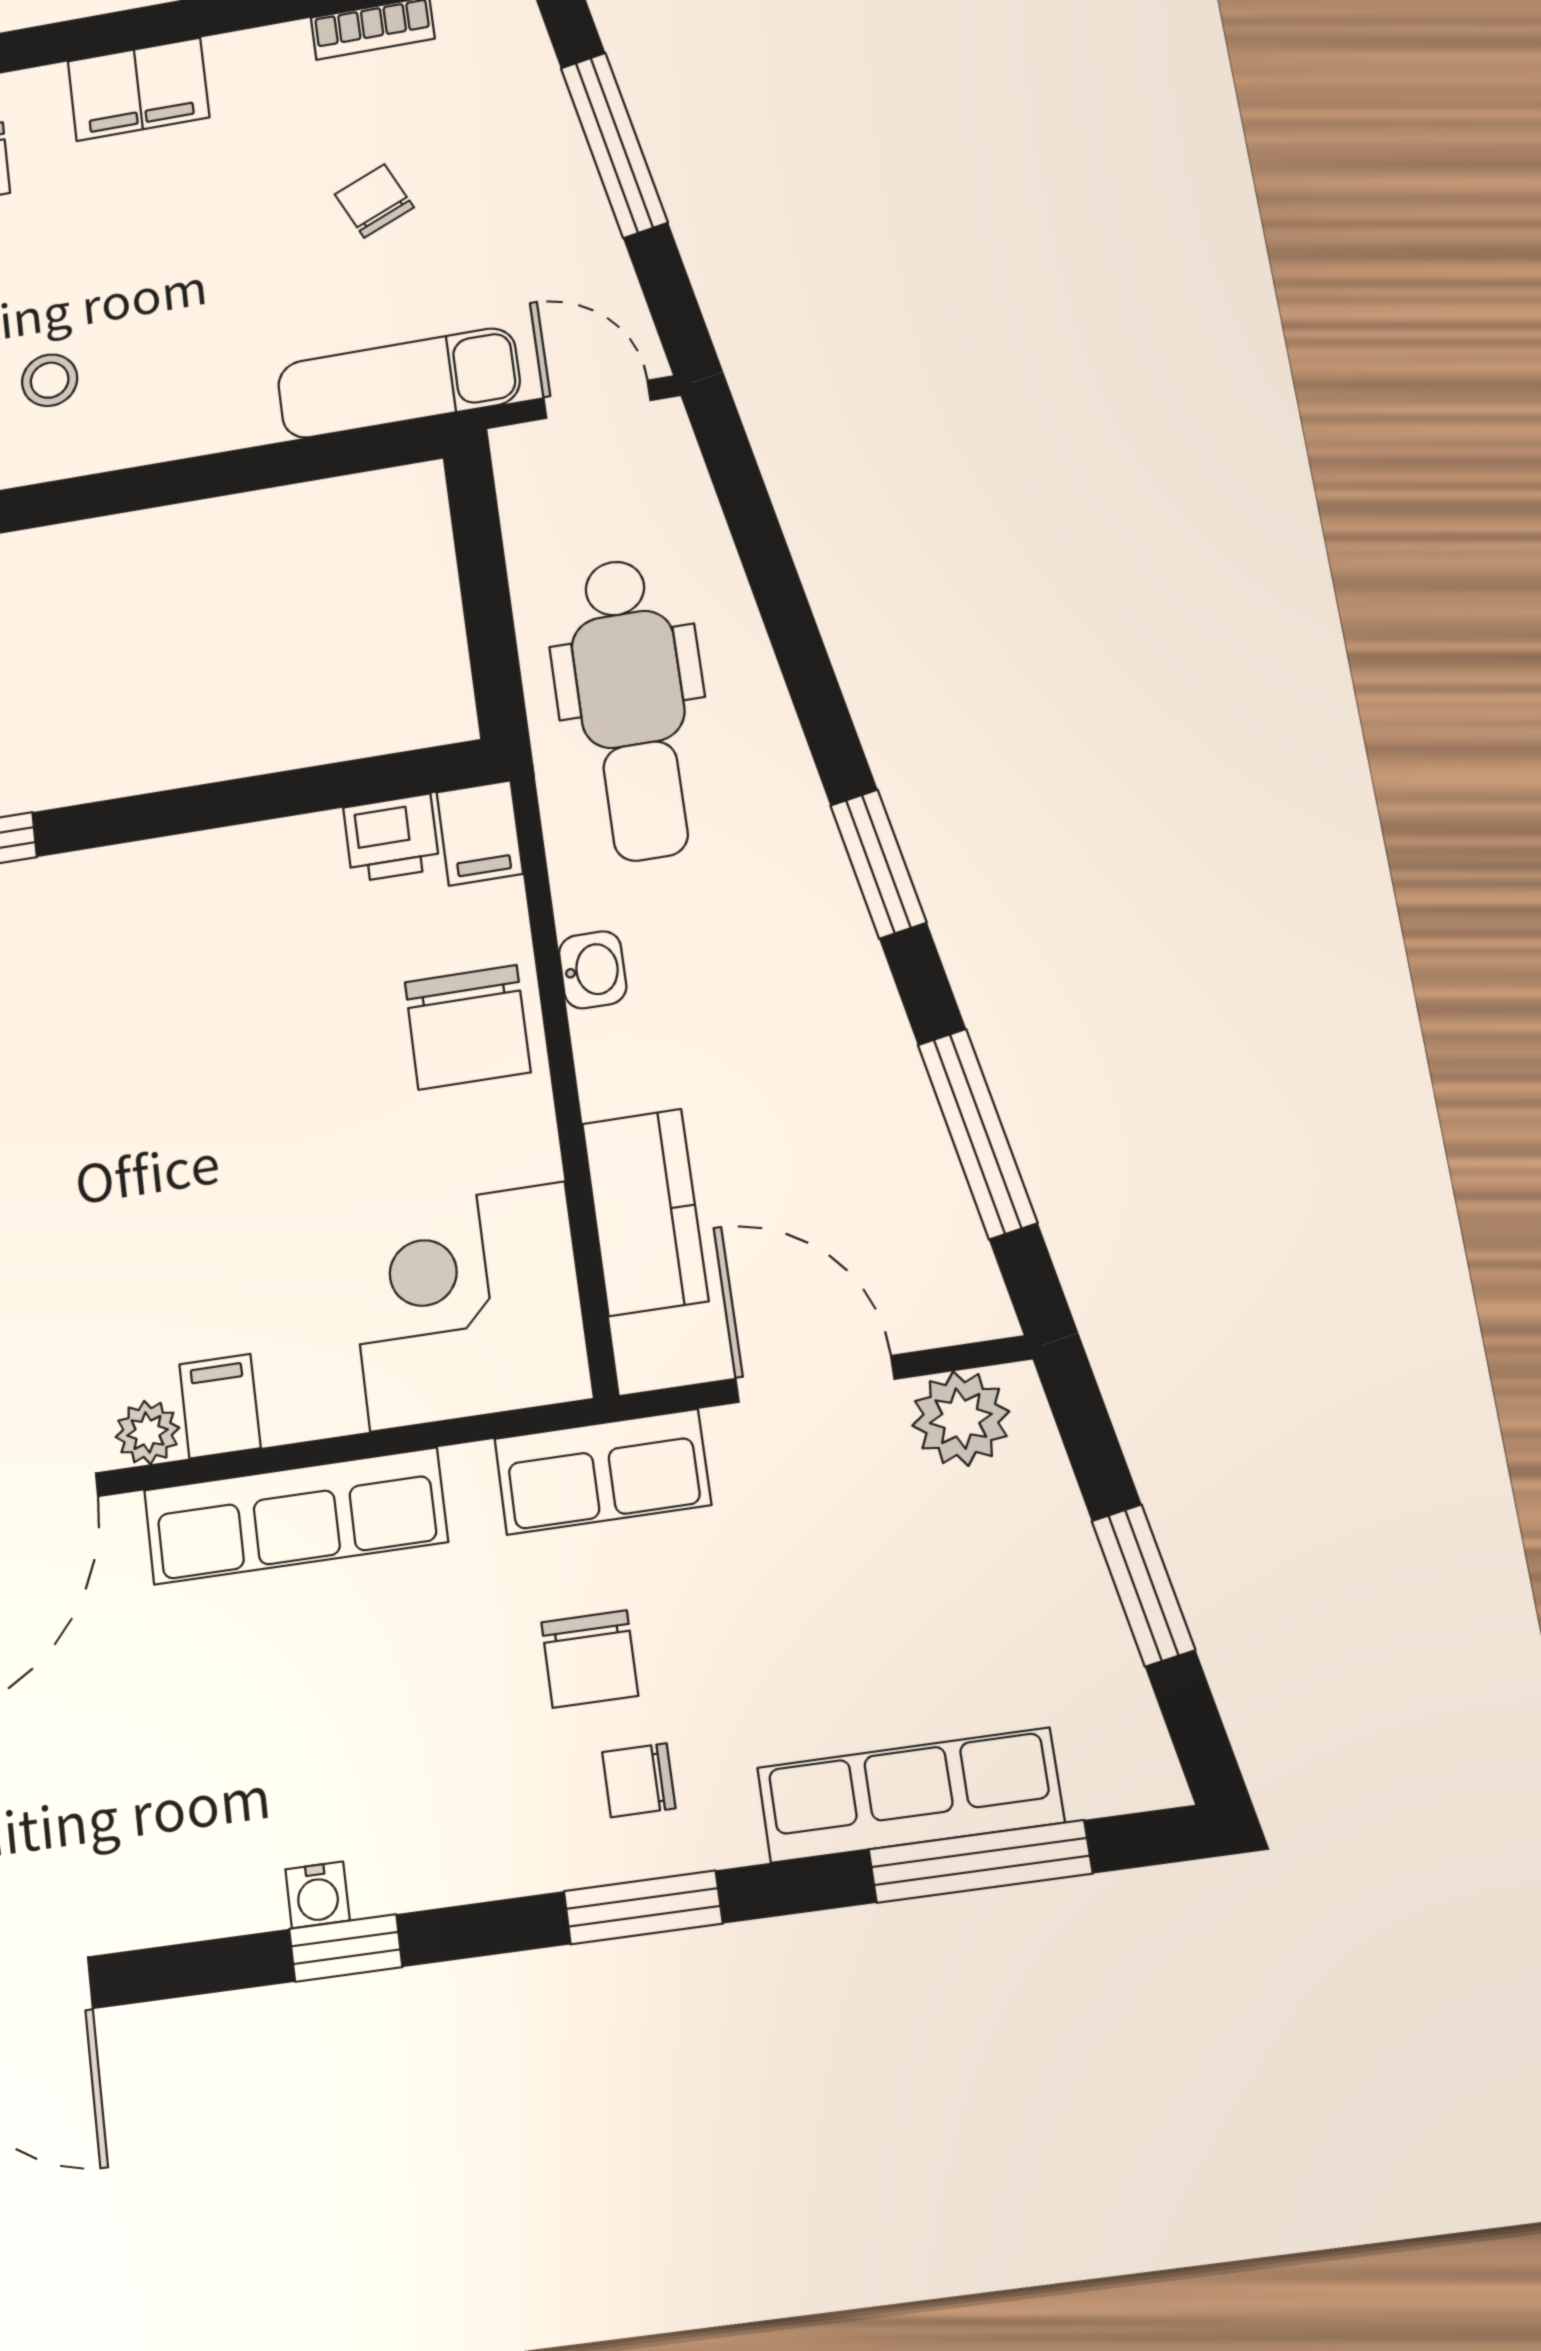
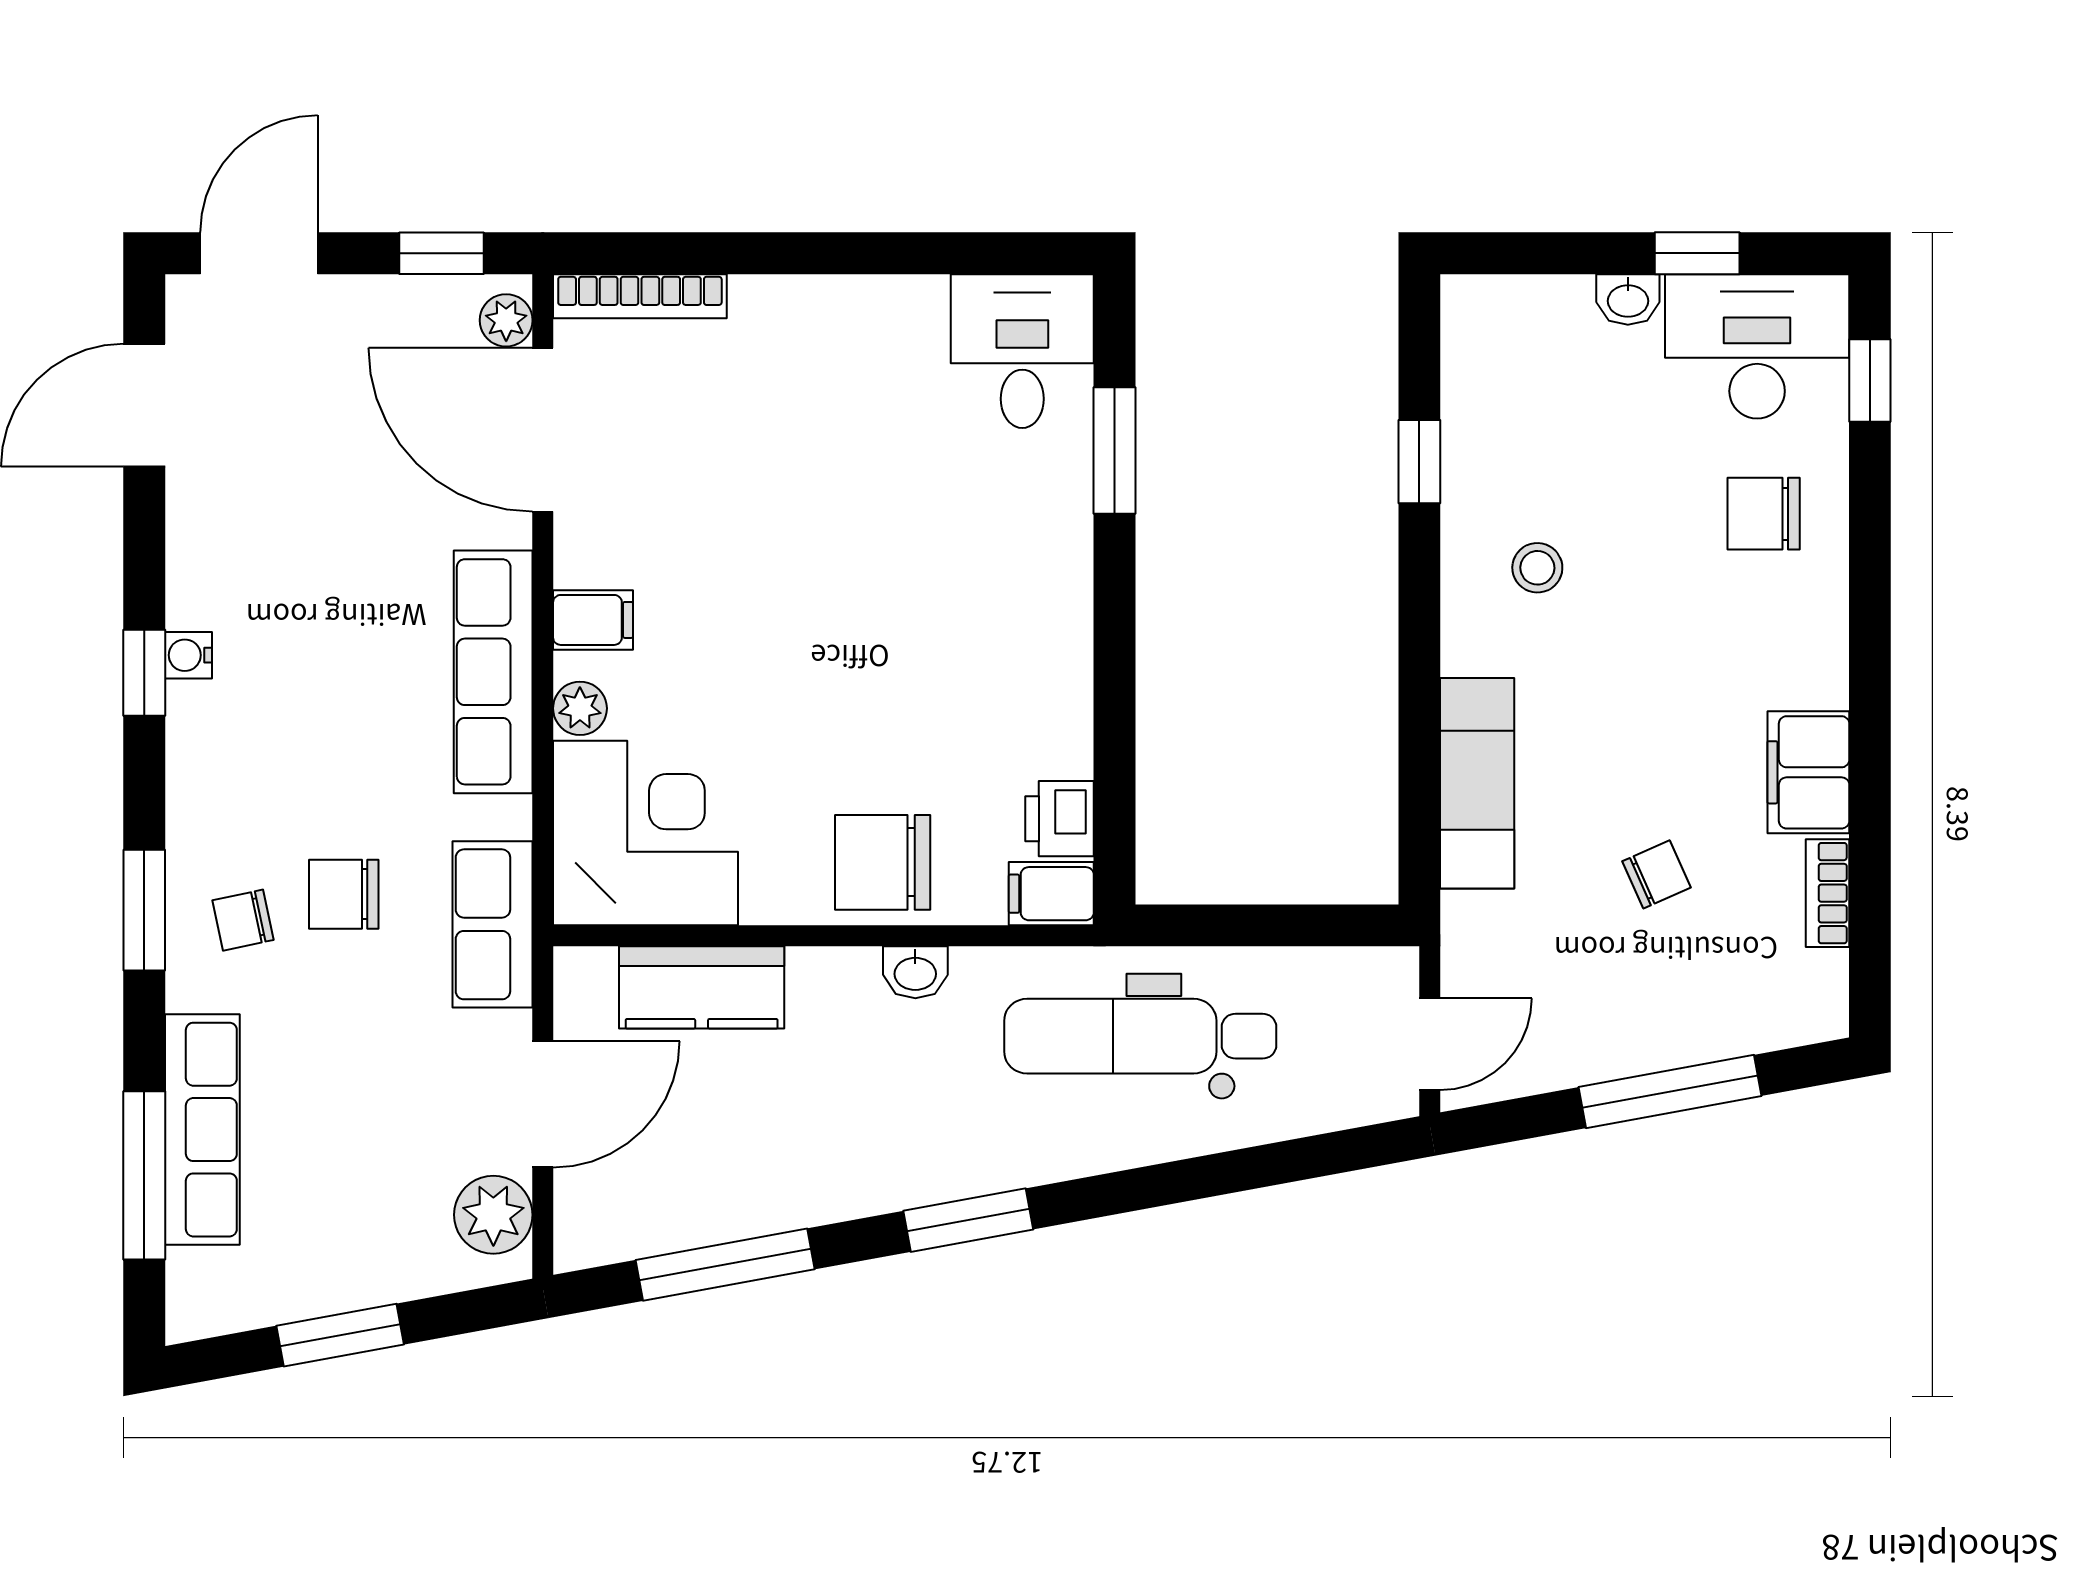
filing cabinet: (138, 89) -> (1808, 772), moved
exam couch: (399, 383) -> (1477, 783), moved
plant: (147, 1432) -> (580, 708), moved
chair: (639, 1780) -> (243, 920), turned -102

